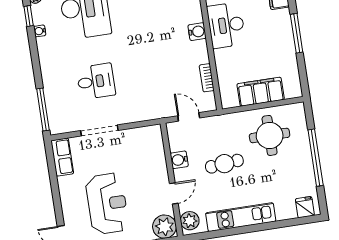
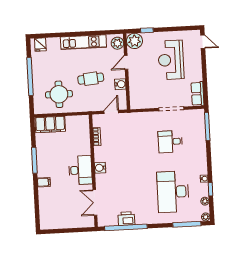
filing cabinet: (261, 92) -> (50, 124), moved
door: (189, 117) -> (111, 112), swing flipped

